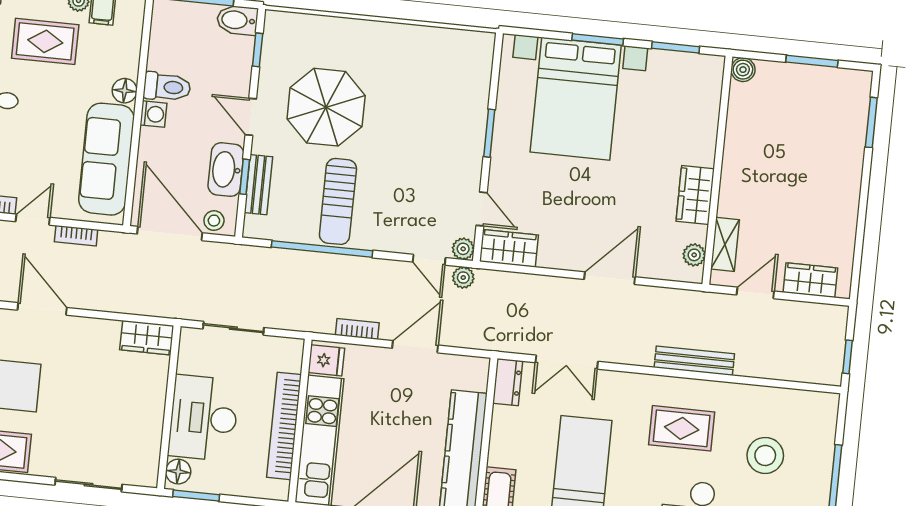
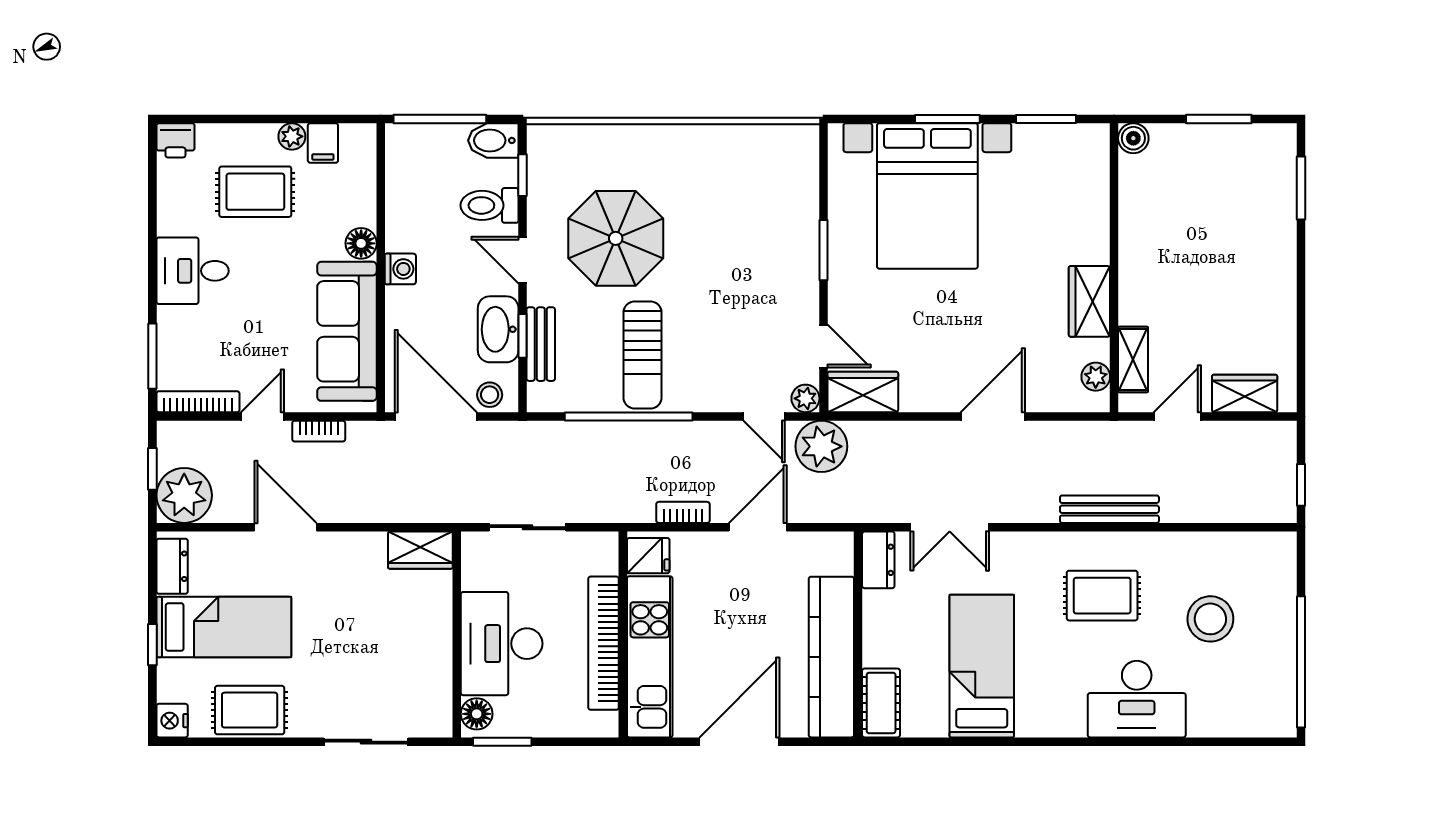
toilet: (167, 87) -> (490, 205), moved, turned 180
plant: (463, 278) -> (821, 446), width x1.88, depth x1.88

